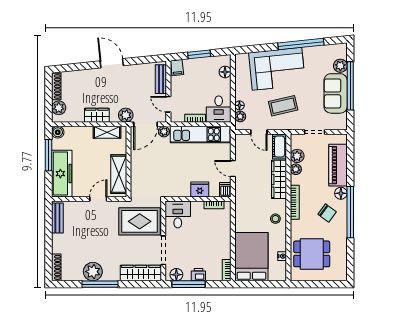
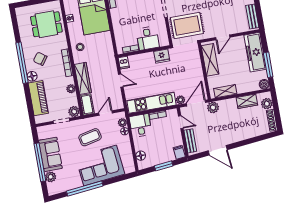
door: (112, 63) -> (218, 150), moved
wardrobe: (97, 115) -> (247, 101), moved
door: (259, 132) -> (106, 113), hinge flipped
plant: (297, 156) -> (74, 112), moved
fridge: (200, 189) -> (162, 56), moved
desk: (178, 214) -> (148, 38), moved

